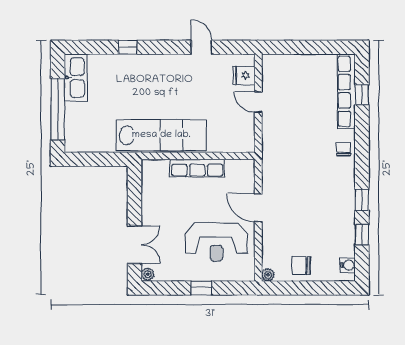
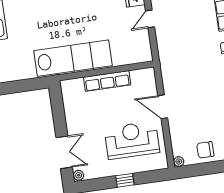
door: (258, 102) -> (150, 19), hinge flipped
reception desk: (216, 242) -> (132, 140), turned 180

